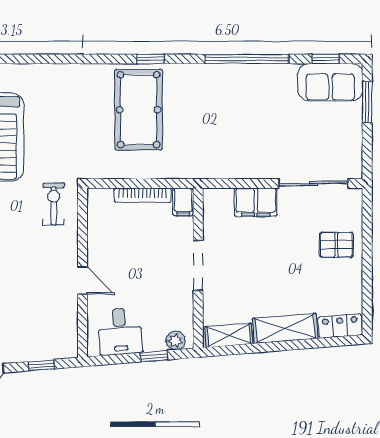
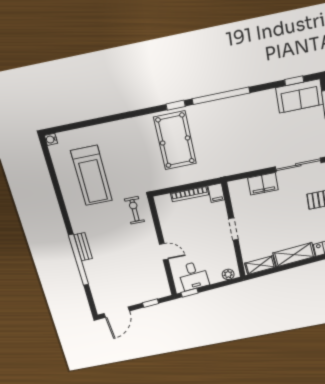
window: (247, 59) -> (221, 96), moved
doorway: (198, 265) -> (233, 229), width x0.73
window: (154, 356) -> (190, 293), moved

